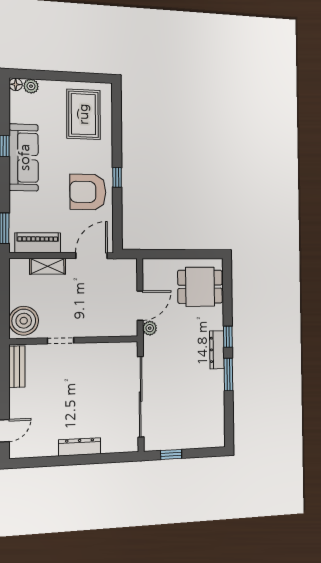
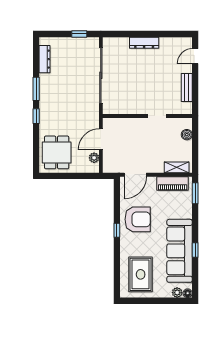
sofa: (24, 157) -> (180, 251), width x1.36, depth x1.27
shelving: (48, 266) -> (177, 167), moved
dining table: (200, 287) -> (57, 152), turned 90
boiler: (24, 321) -> (187, 135), width x0.54, depth x0.54
plant: (150, 328) -> (94, 158), moved
dresser: (217, 350) -> (44, 59), moved
bench: (17, 367) -> (187, 87), moved

